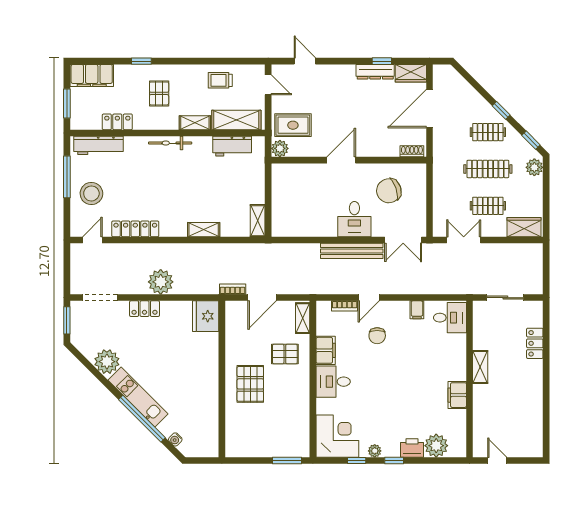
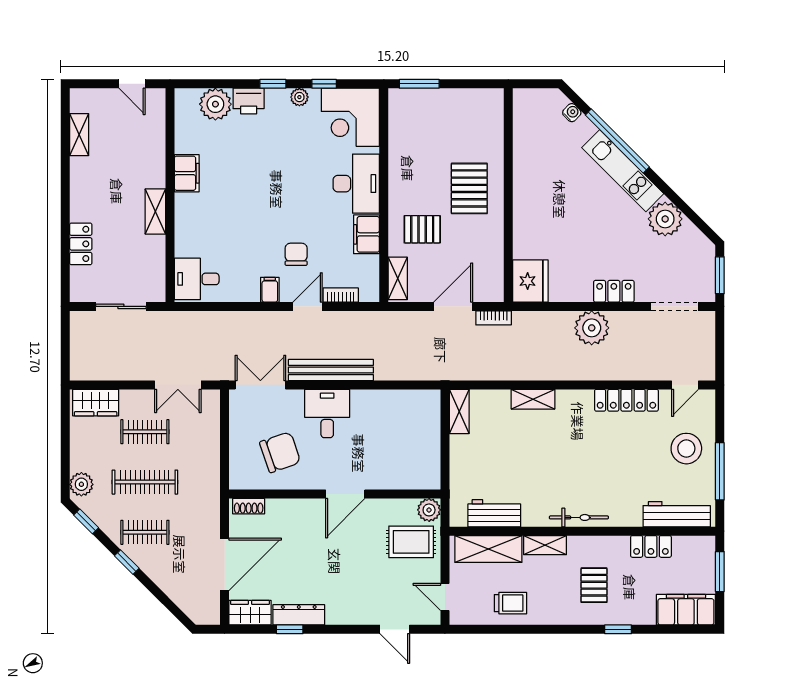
filing cabinet: (417, 310) -> (270, 290), moved
desk: (333, 382) -> (356, 184), width x1.37
shelving: (536, 423) -> (79, 135), added

